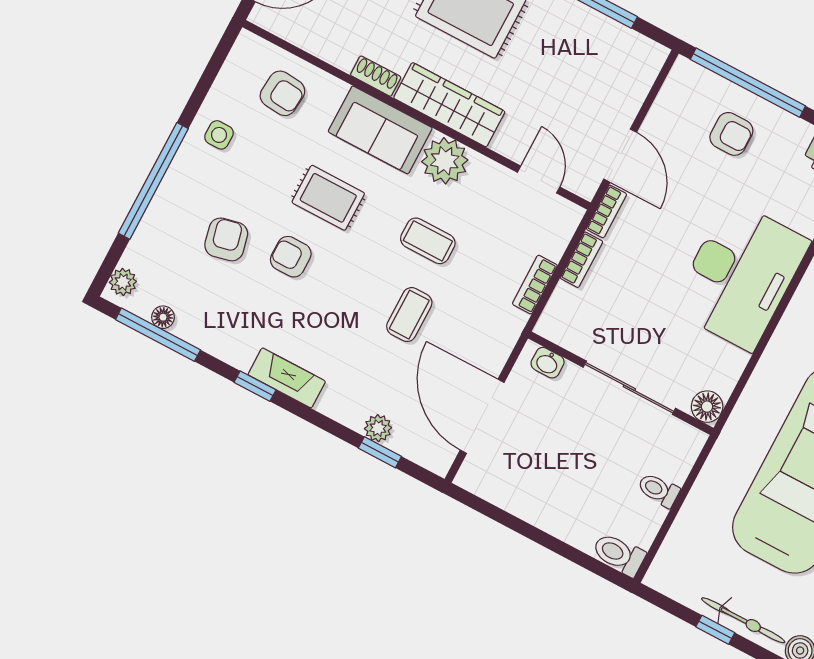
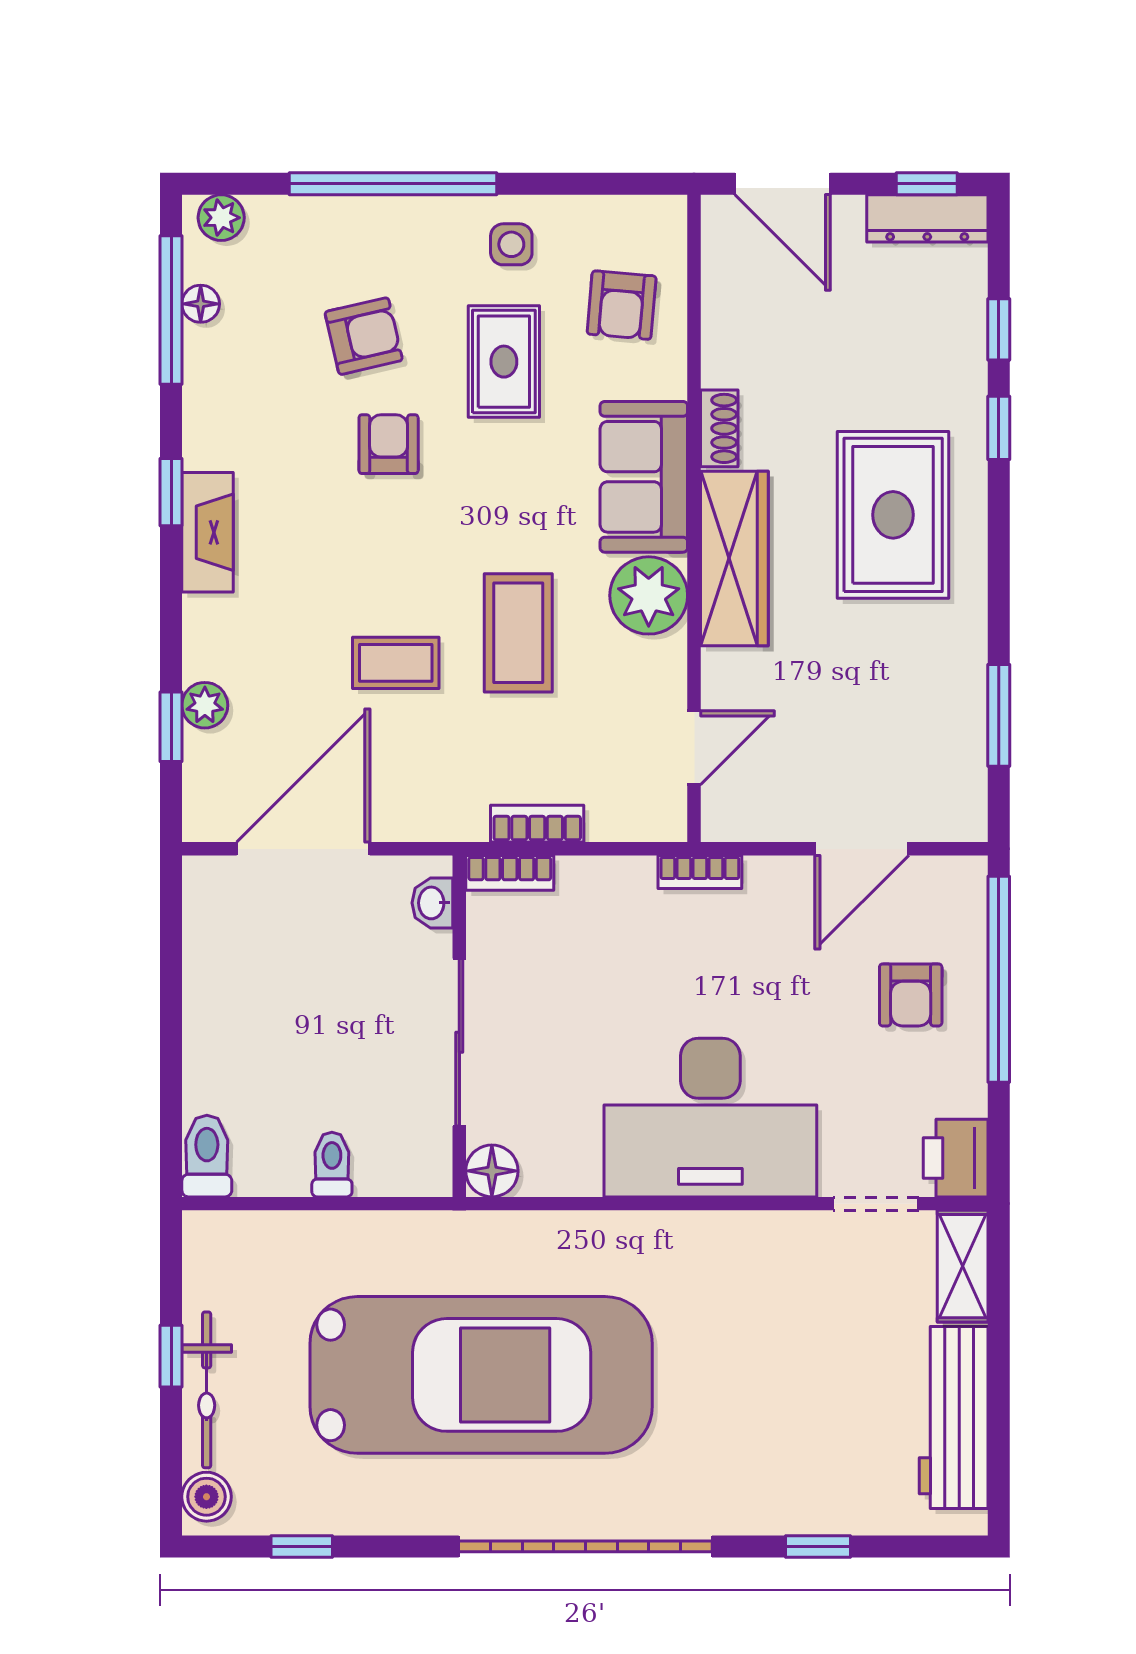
door: (620, 156) -> (862, 849), moved
rug: (328, 198) -> (504, 362), moved
coffee table: (428, 241) -> (518, 633), width x1.36, depth x1.30
bookcase: (582, 260) -> (510, 873), moved

